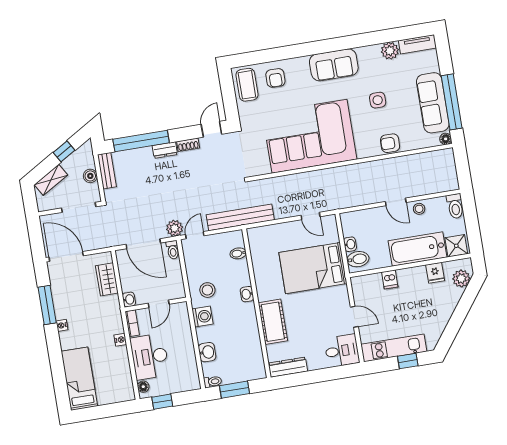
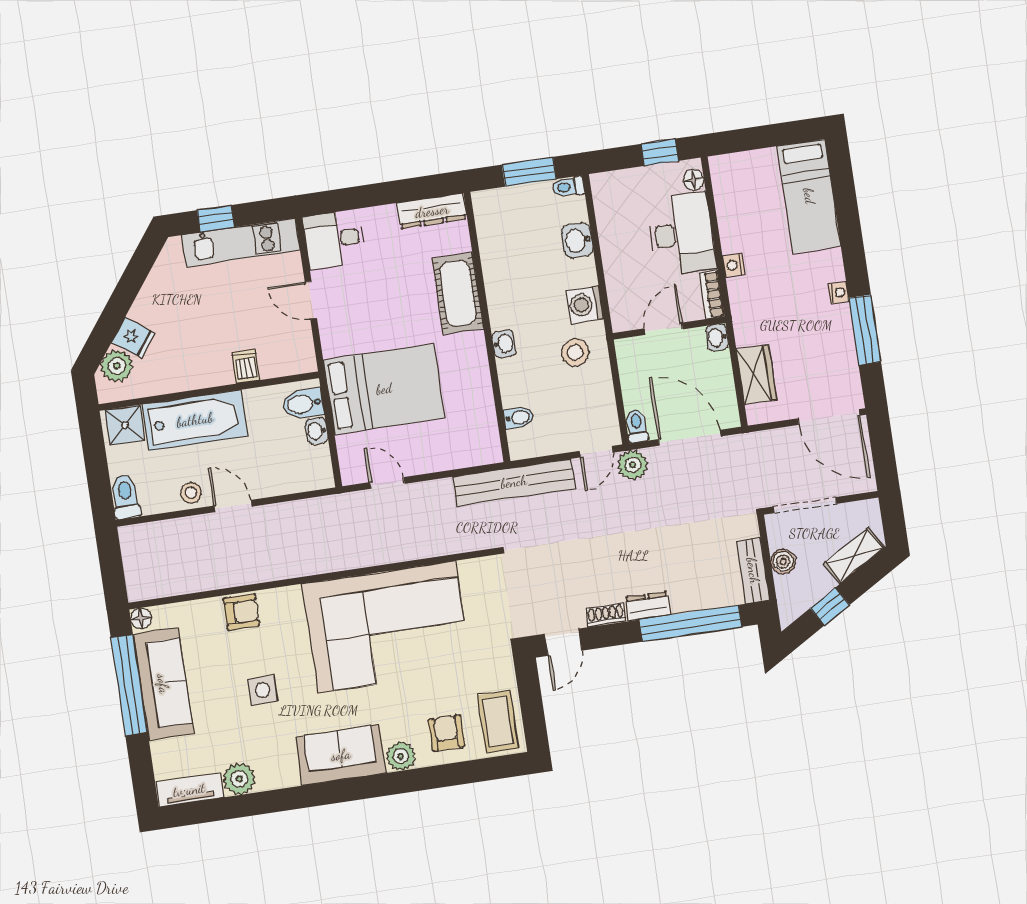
plant: (300, 65) -> (401, 756), added
fridge: (435, 273) -> (133, 338), moved, turned 127

